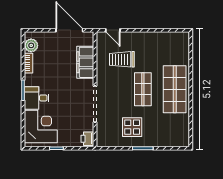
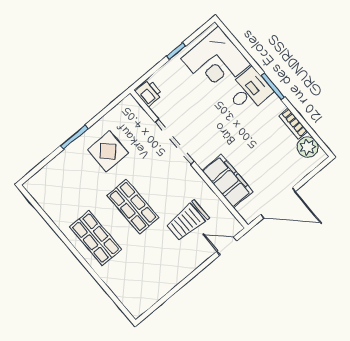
trolley: (122, 59) -> (187, 221), turned 180
shop shelf: (175, 89) -> (96, 238), width x0.70, depth x0.74

